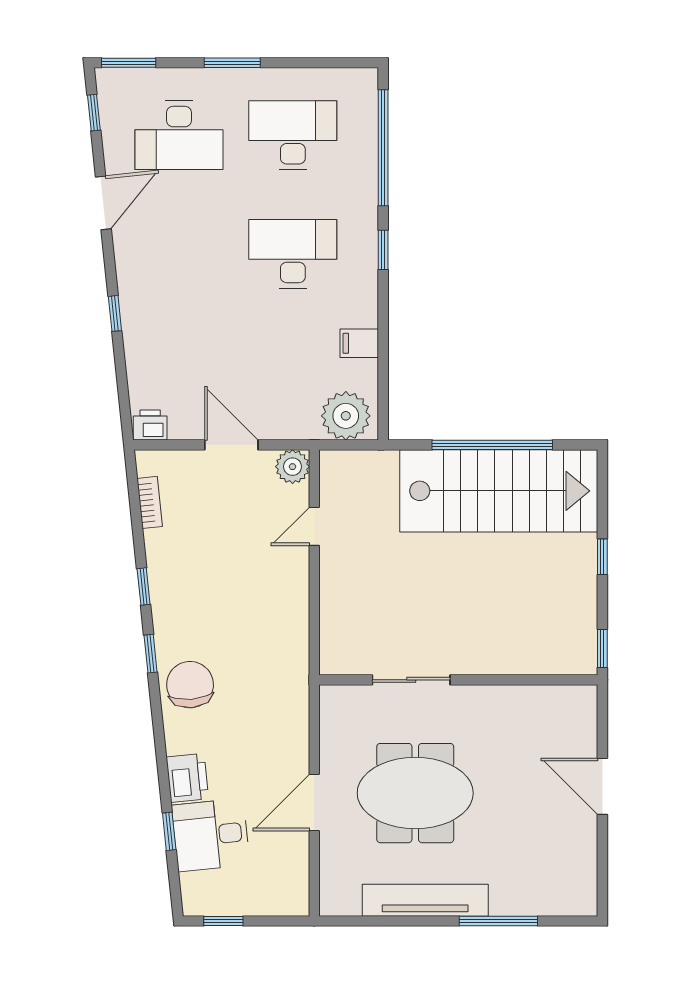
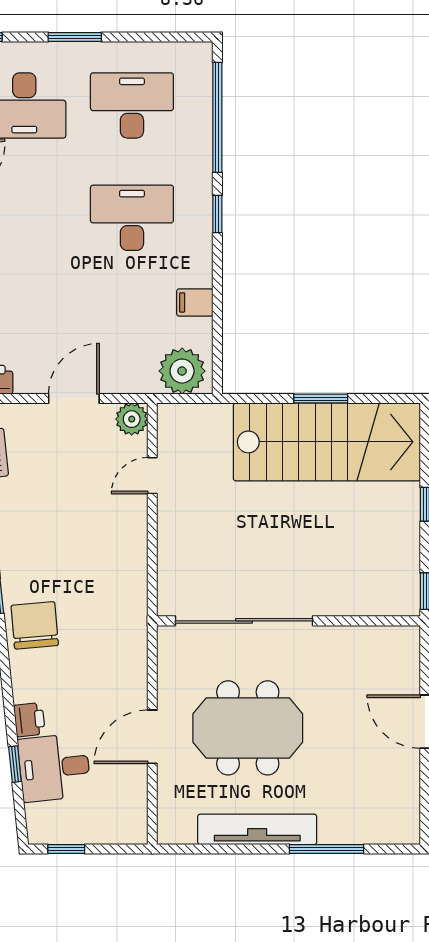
door: (231, 445) -> (74, 399), hinge flipped
window: (492, 445) -> (321, 399), width x0.47
sliding door: (411, 680) -> (244, 621), width x1.86
printer: (187, 778) -> (29, 720), width x0.73, depth x0.81

